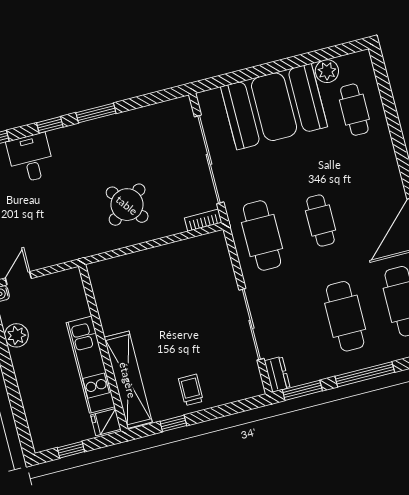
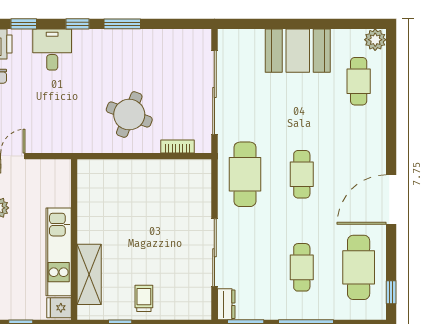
plant: (327, 71) -> (375, 40), moved
booth: (274, 107) -> (298, 51), width x0.73, depth x0.70
round table: (127, 205) -> (129, 115), turned -32
bookcase: (203, 220) -> (178, 147), moved
cafe table: (345, 316) -> (302, 267), width x0.73, depth x0.74
shelving: (128, 380) -> (89, 274), width x0.68

